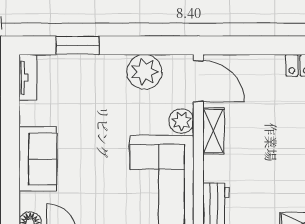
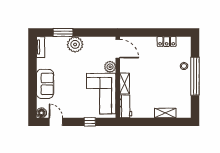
plant: (144, 72) -> (75, 44), moved
shelving: (213, 131) -> (125, 84), moved

